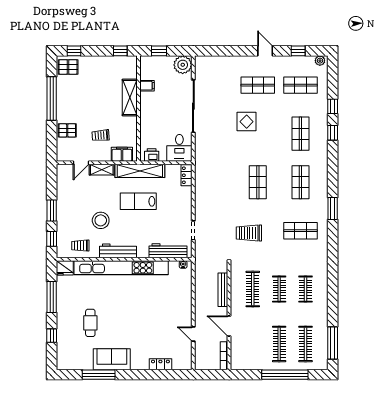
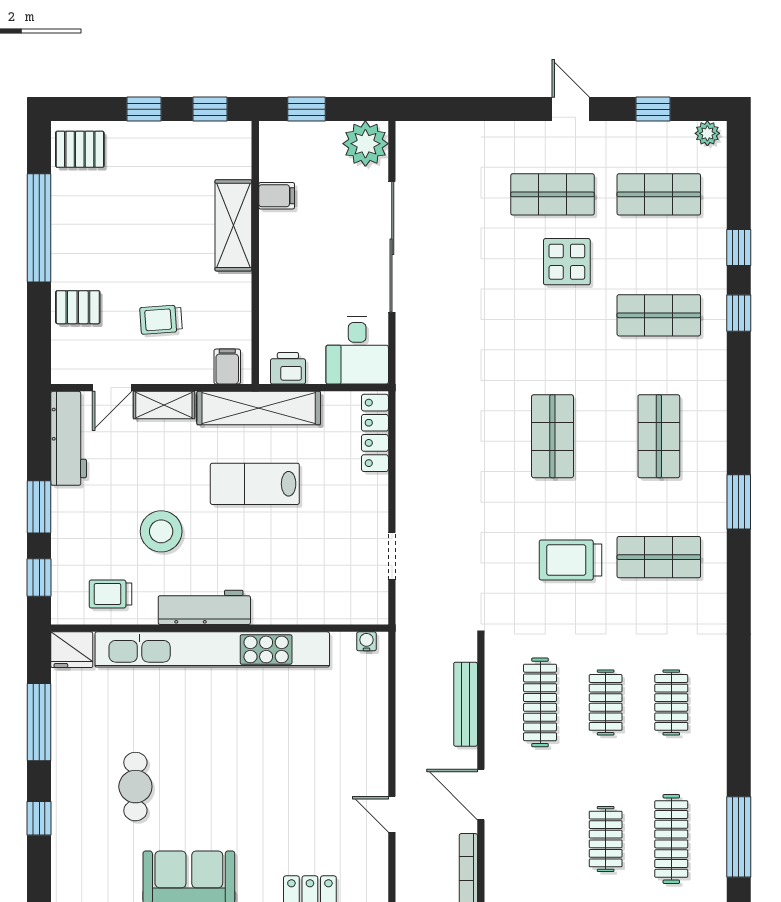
window: (74, 51) -> (144, 109), moved
display table: (247, 122) -> (567, 262), moved
shop shelf: (300, 134) -> (659, 315), turned 90
filing cabinet: (122, 154) -> (227, 367), width x0.50
locker: (187, 175) -> (375, 433), width x1.53
trolley: (249, 233) -> (571, 560), moved
workbench: (168, 251) -> (69, 438), moved, turned 90
clothes rail: (279, 344) -> (606, 839), width x0.73

